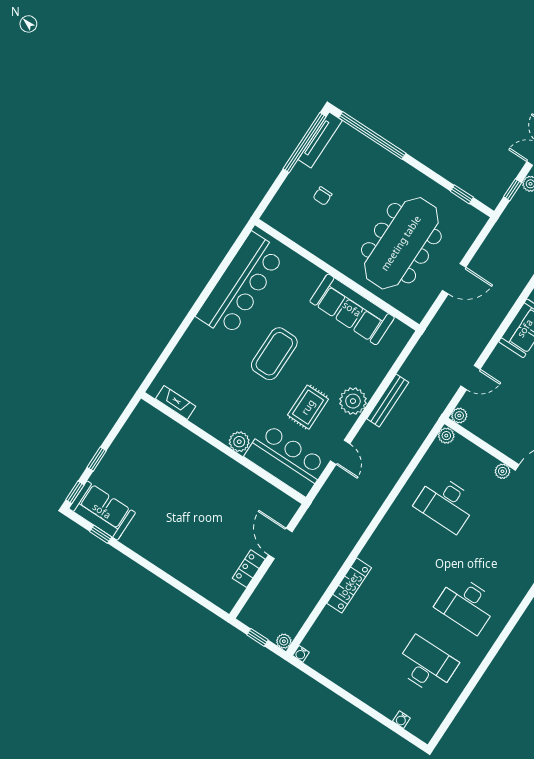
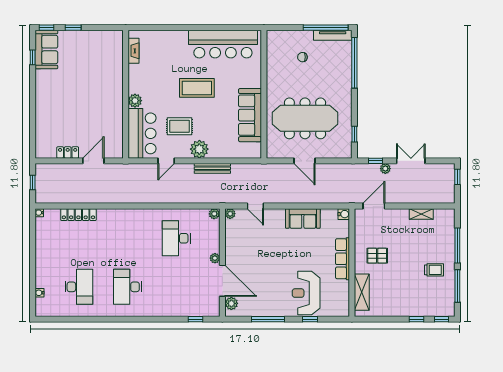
locker: (349, 585) -> (78, 215), moved
plant: (284, 641) -> (40, 199), removed

